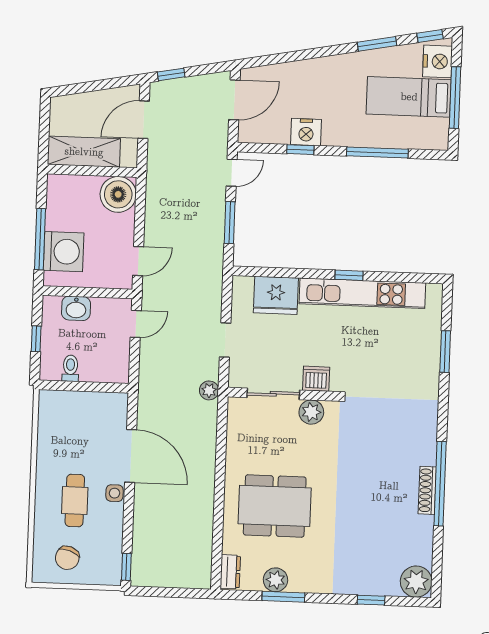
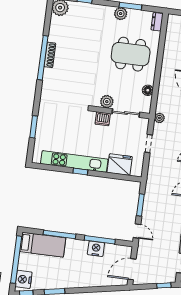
bed: (409, 97) -> (43, 245), moved
window: (455, 98) -> (16, 260), width x1.46
window: (300, 150) -> (100, 240), width x2.17
door: (232, 173) -> (137, 231), swing flipped
floor lamp: (236, 441) -> (148, 90), added
plant: (276, 580) -> (121, 14), moved

